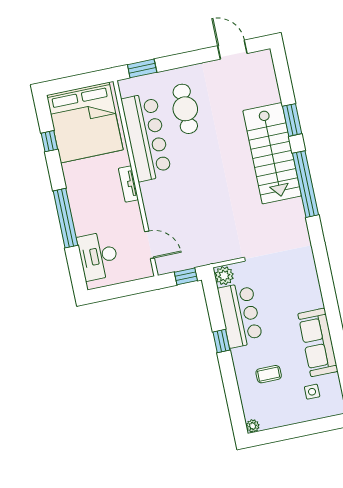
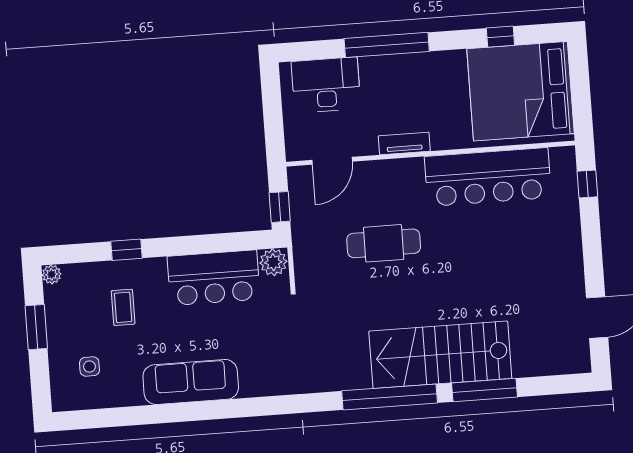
window: (142, 68) -> (587, 184), width x0.67
cafe table: (185, 109) -> (384, 243), moved
window: (292, 120) -> (484, 390), width x1.44
tv unit: (128, 184) -> (404, 143), moved
window: (221, 341) -> (127, 250), moved
sofa: (318, 342) -> (191, 382), moved
window: (290, 432) -> (36, 327), added

